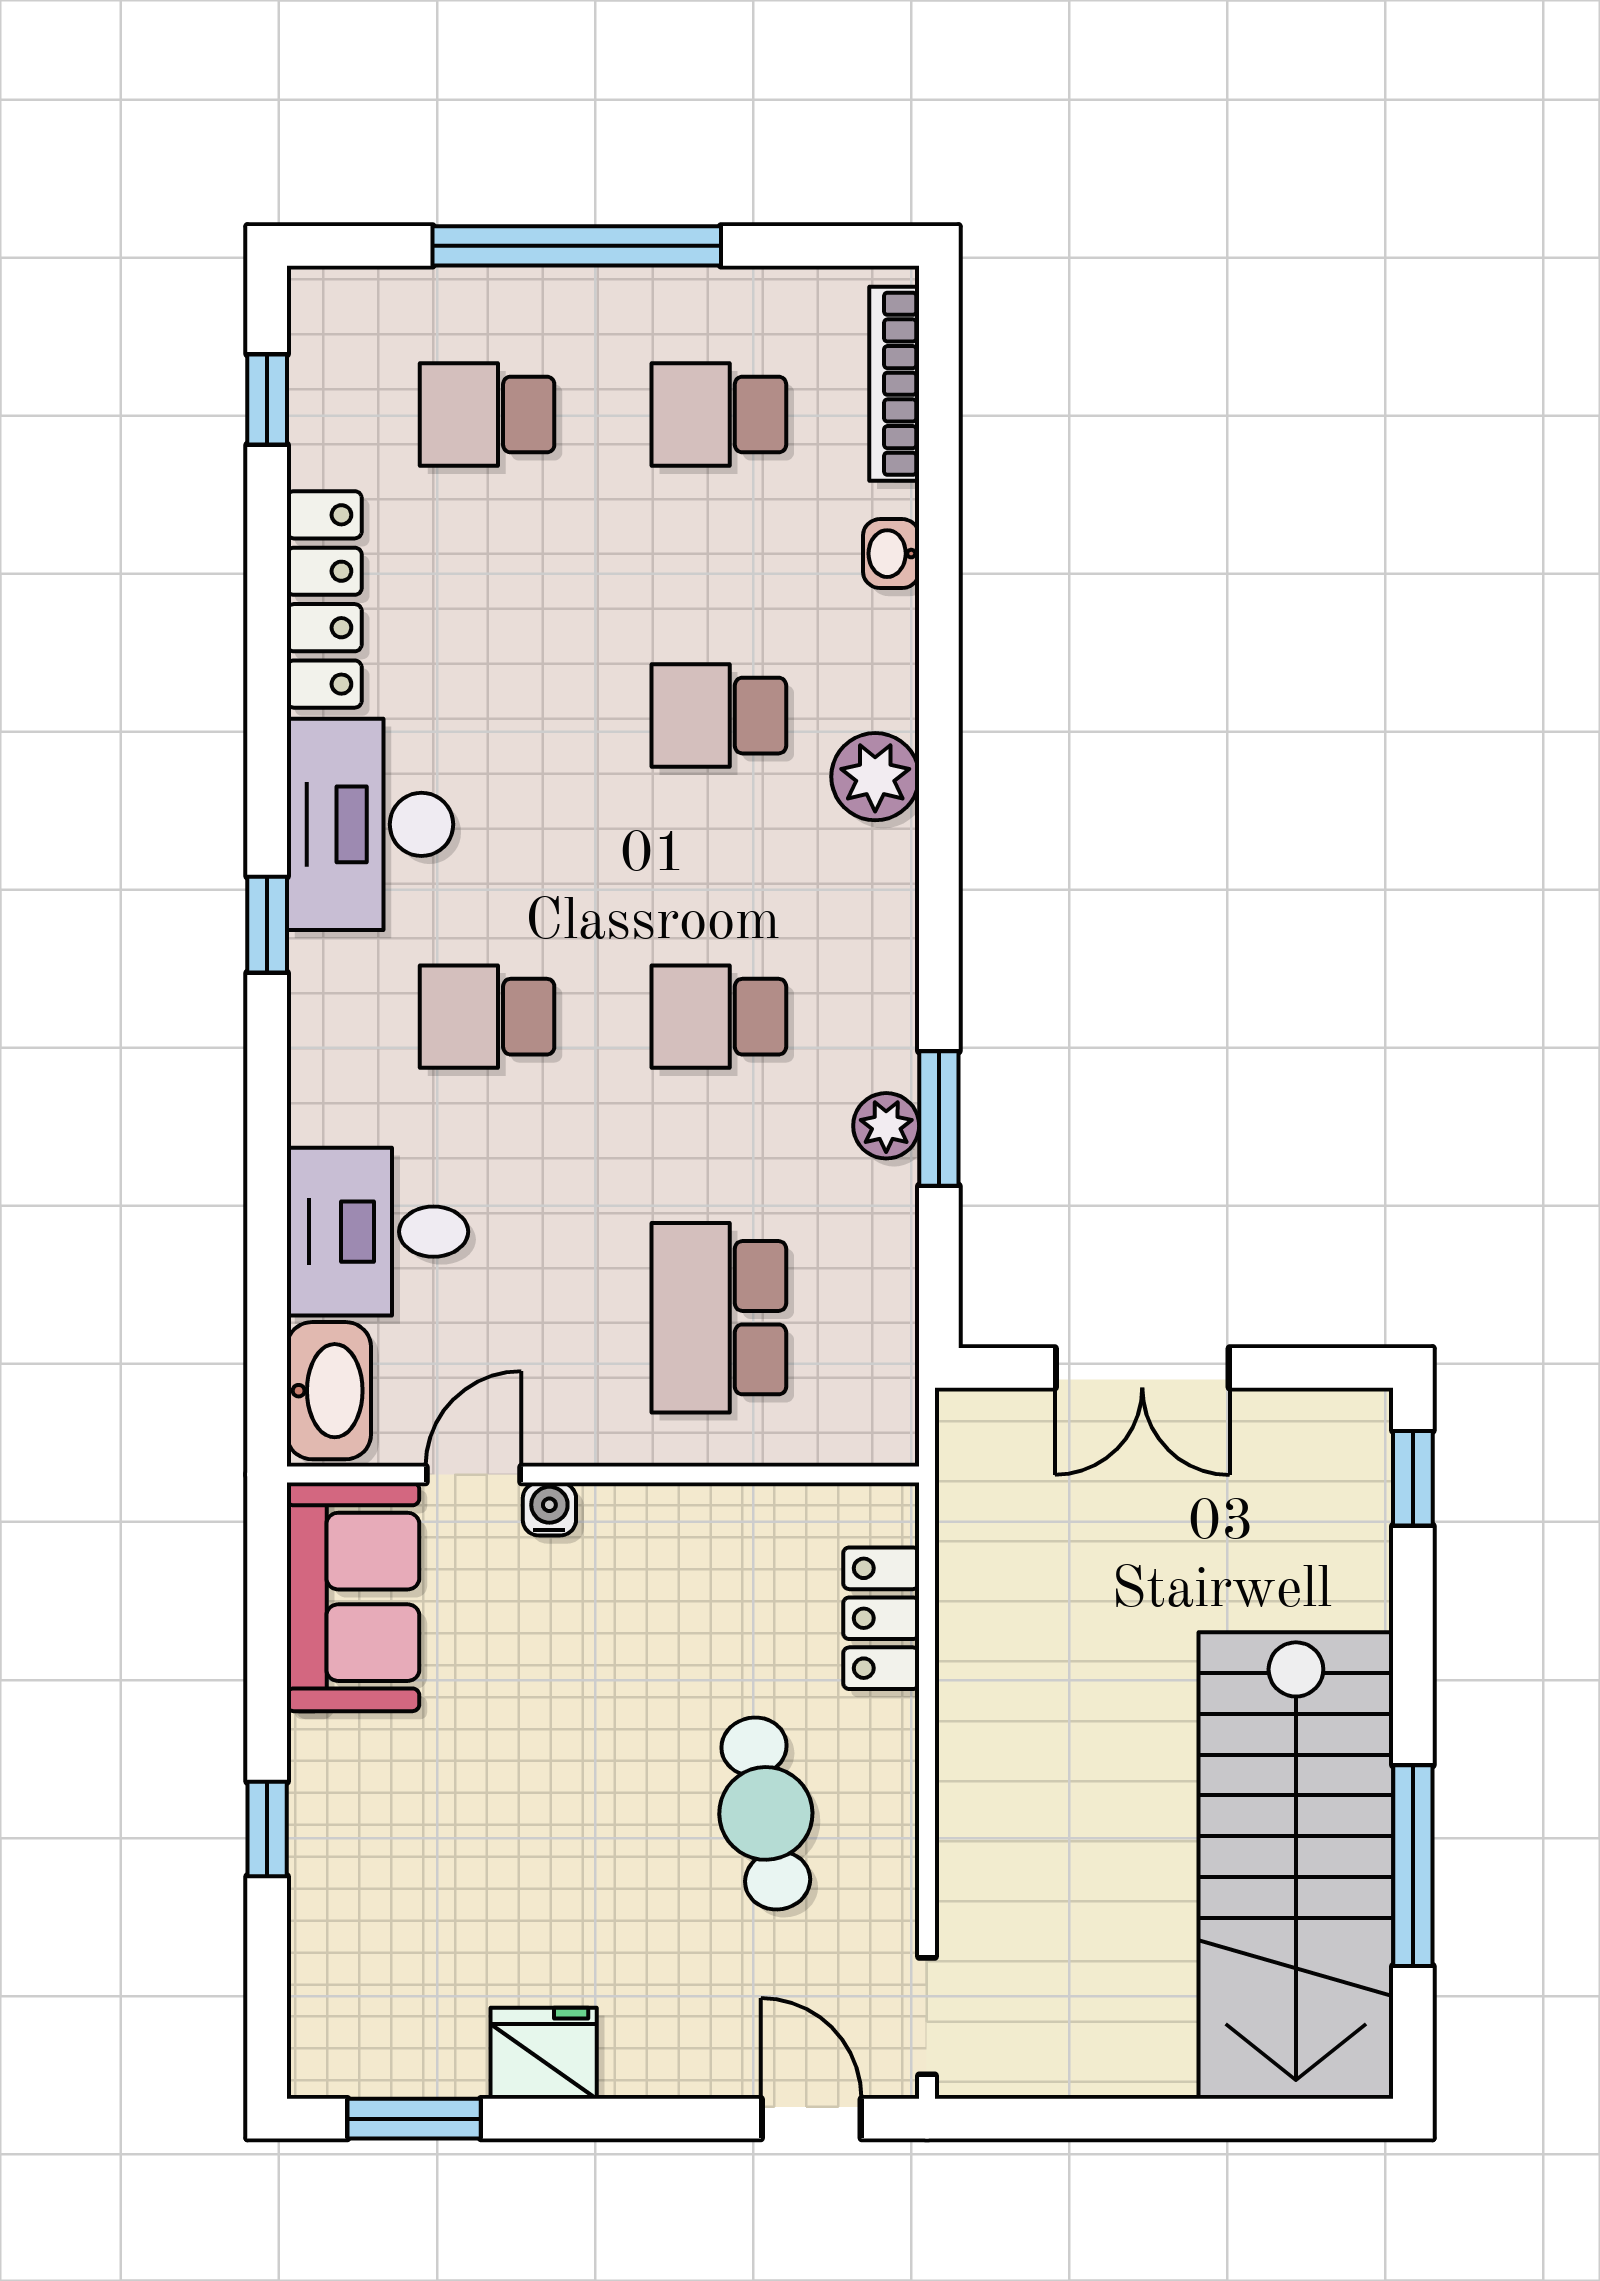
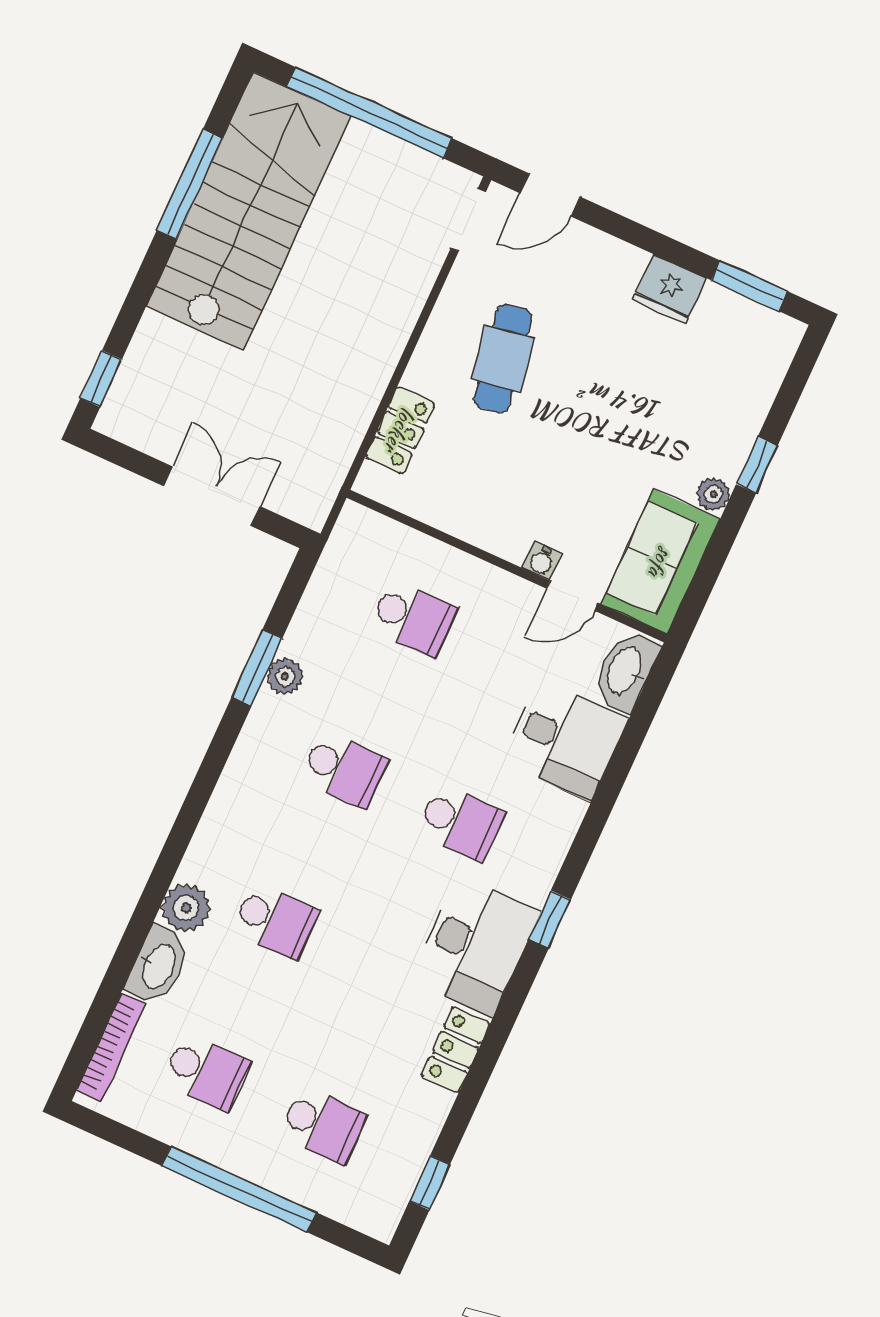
washbasin: (891, 554) -> (158, 966), width x1.91, depth x1.45
locker: (324, 599) -> (456, 1050), width x0.66
plant: (875, 777) -> (186, 908), moved
school desk: (719, 1318) -> (413, 618), width x0.54
plant: (317, 1748) -> (713, 494), added
door: (811, 2119) -> (550, 195), hinge flipped
window: (1171, 2119) -> (369, 113), added

